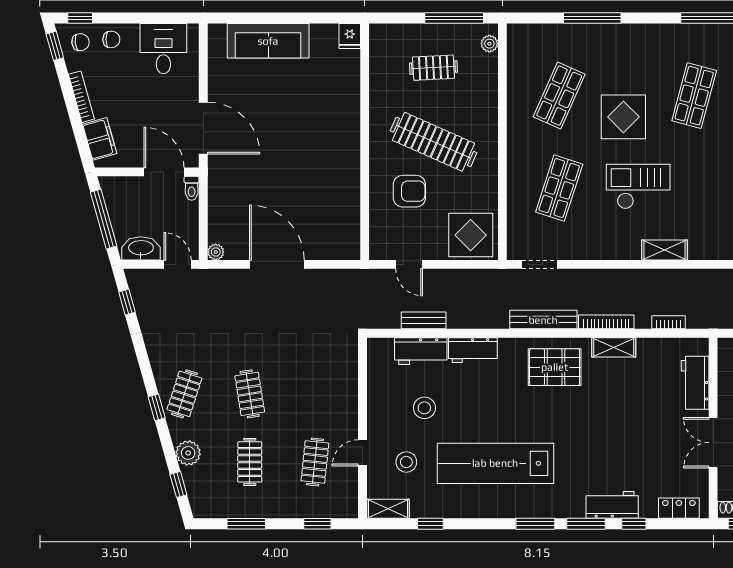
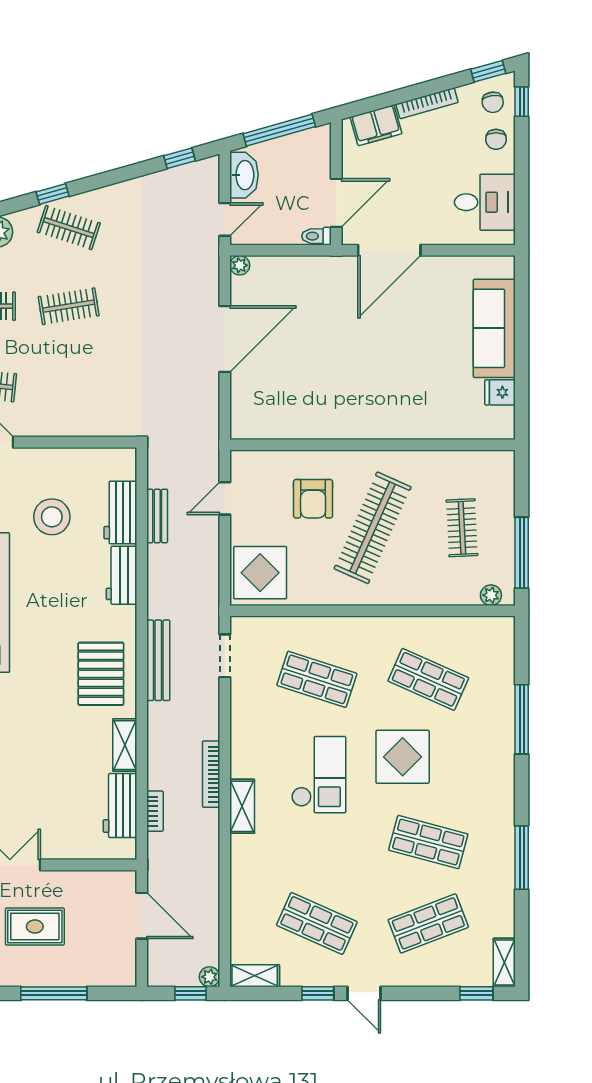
fridge: (350, 36) -> (500, 392), moved
bookcase: (606, 322) -> (211, 774), moved, turned 180
workbench: (695, 383) -> (120, 805), moved, turned -90
stool: (424, 408) -> (52, 517), width x1.38, depth x1.38

